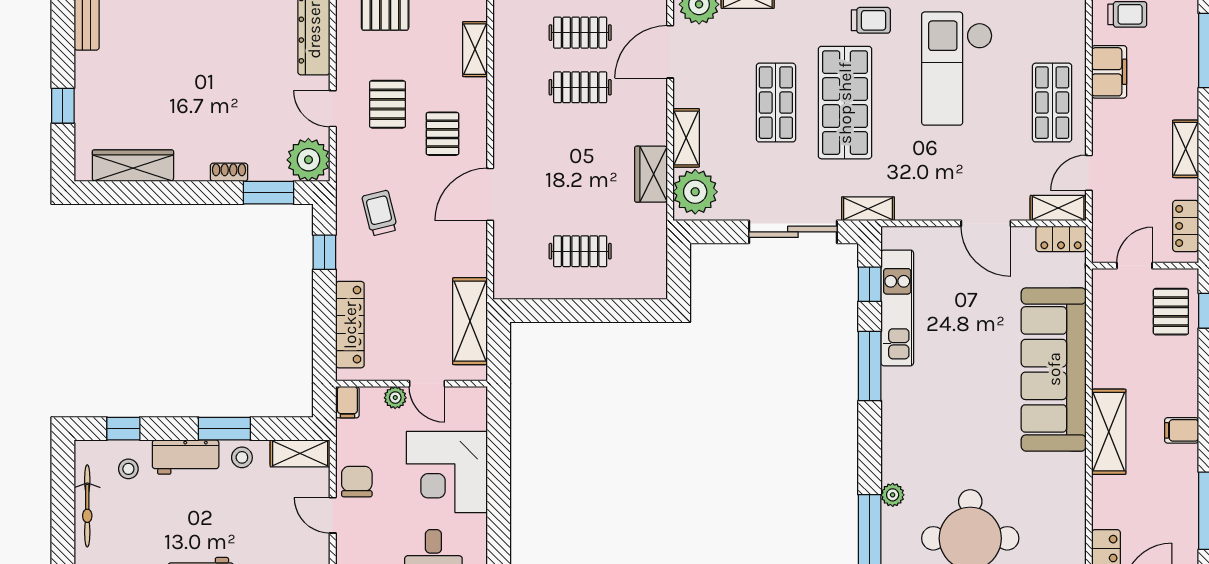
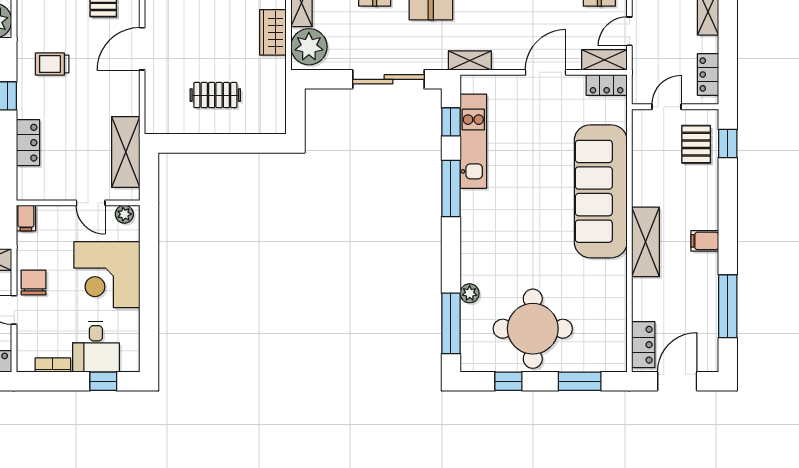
shelving: (868, 209) -> (470, 60), moved
trolley: (380, 213) -> (52, 64), turned -76
door: (986, 223) -> (546, 72), swing flipped
locker: (350, 325) -> (28, 143), width x0.66
plant: (395, 398) -> (124, 214), moved

